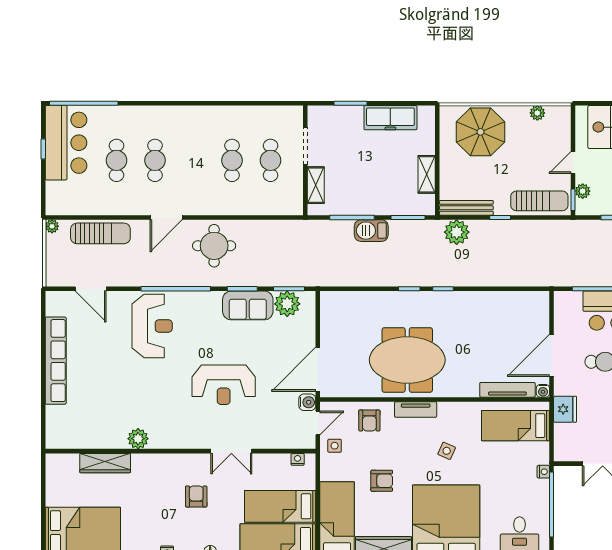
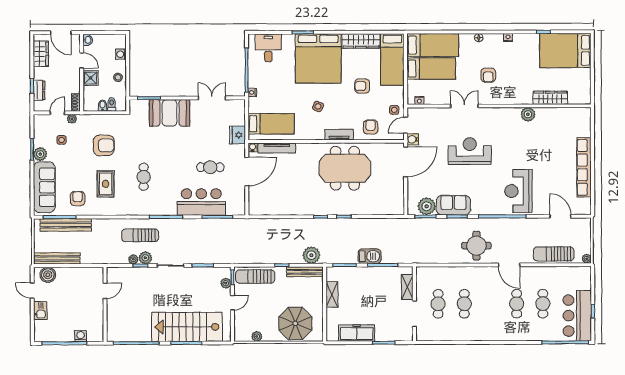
door: (166, 217) -> (509, 265), swing flipped

